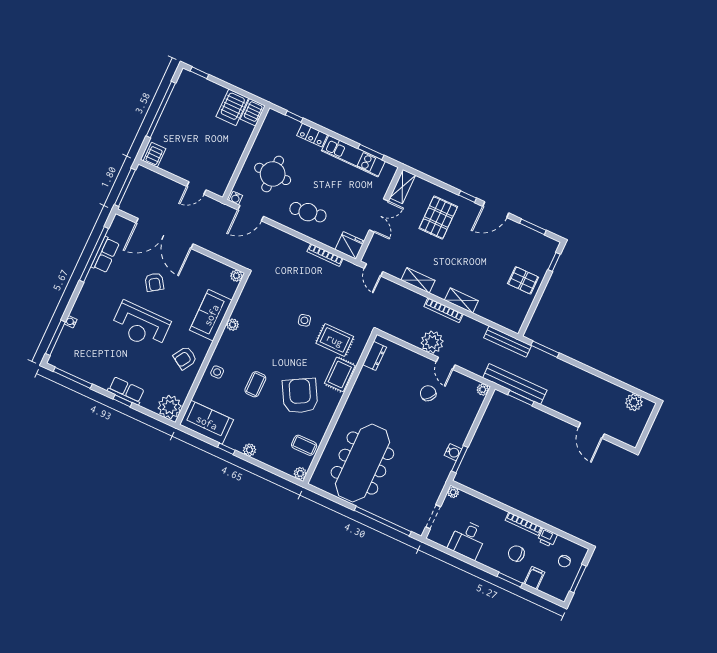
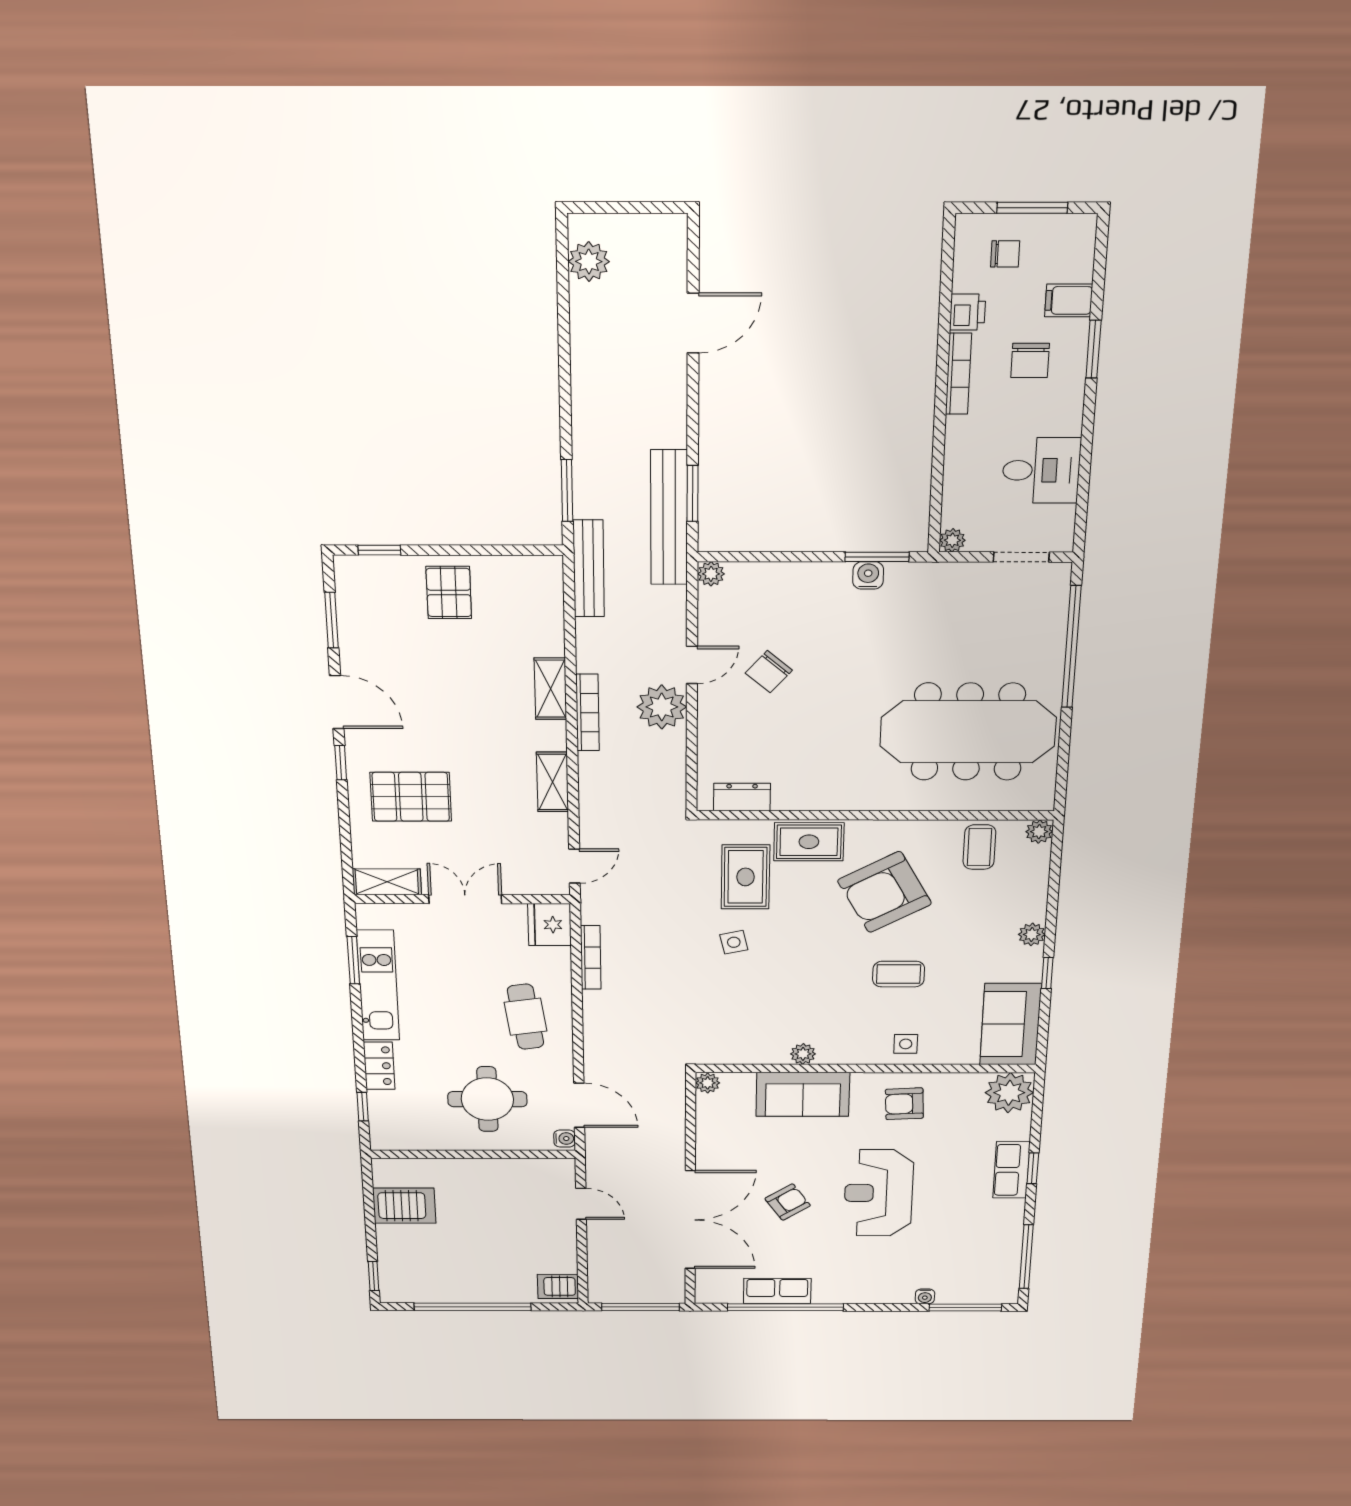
server rack: (253, 112) -> (394, 1172), removed
reception desk: (141, 326) -> (878, 1193), turned 180
armchair: (185, 358) -> (904, 1104), turned 145

